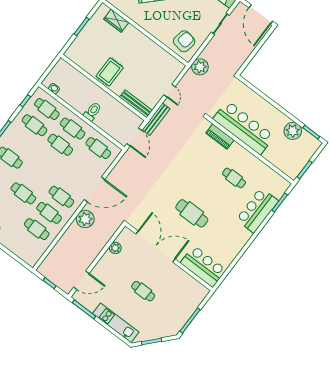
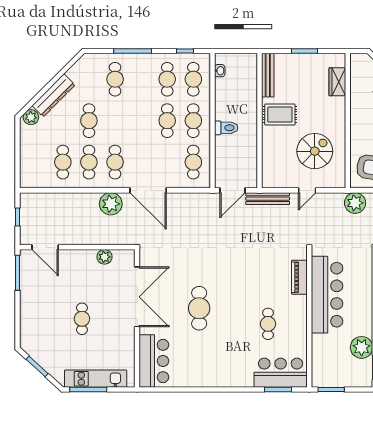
spiral stairs: (149, 67) -> (315, 151), added
bench: (136, 104) -> (268, 75), moved
bar counter: (257, 210) -> (281, 373), moved
kitchen unit: (116, 323) -> (96, 379), moved, turned -90

